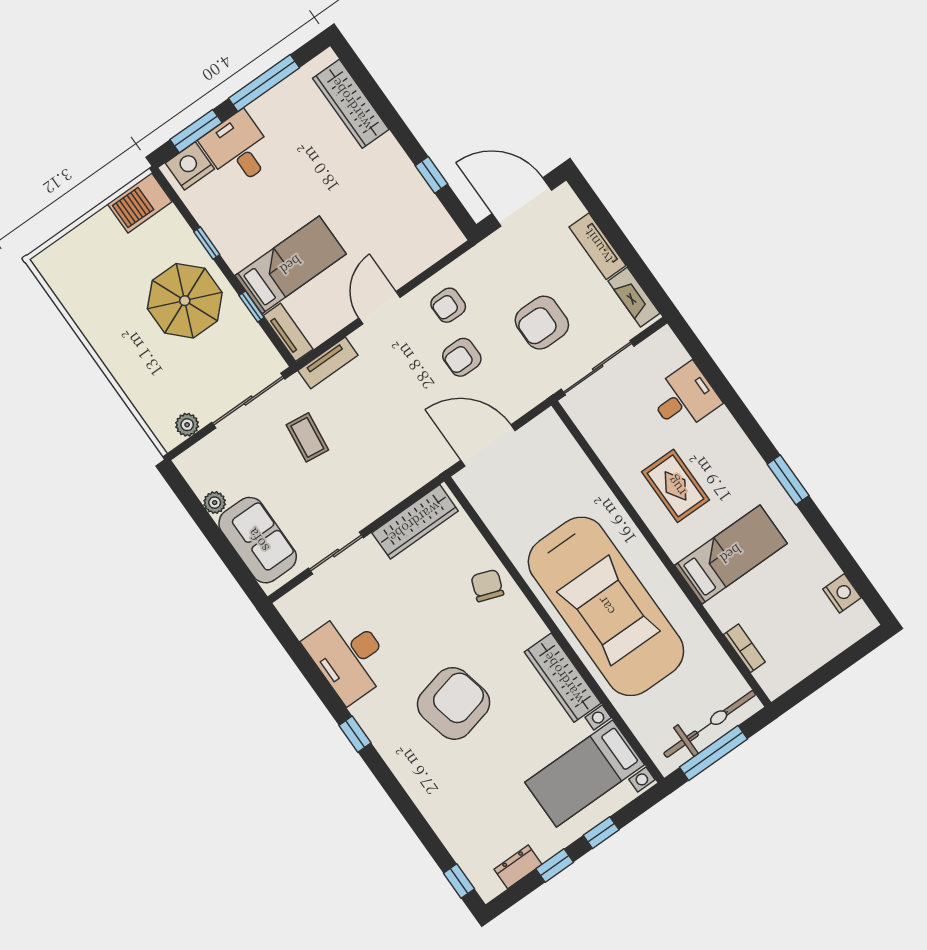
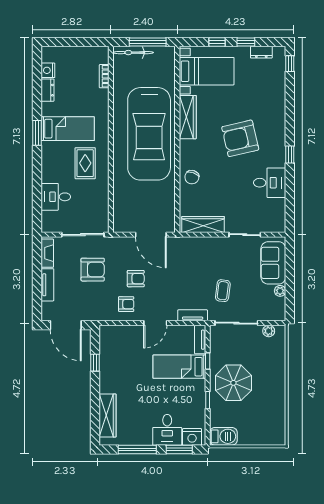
bed: (731, 554) -> (68, 129), moved, turned 180
dresser: (820, 561) -> (48, 90), added
car: (606, 606) -> (149, 134), turned 180
desk: (349, 656) -> (270, 183), width x0.73
bicycle: (710, 724) -> (133, 53), width x0.73, depth x0.71

